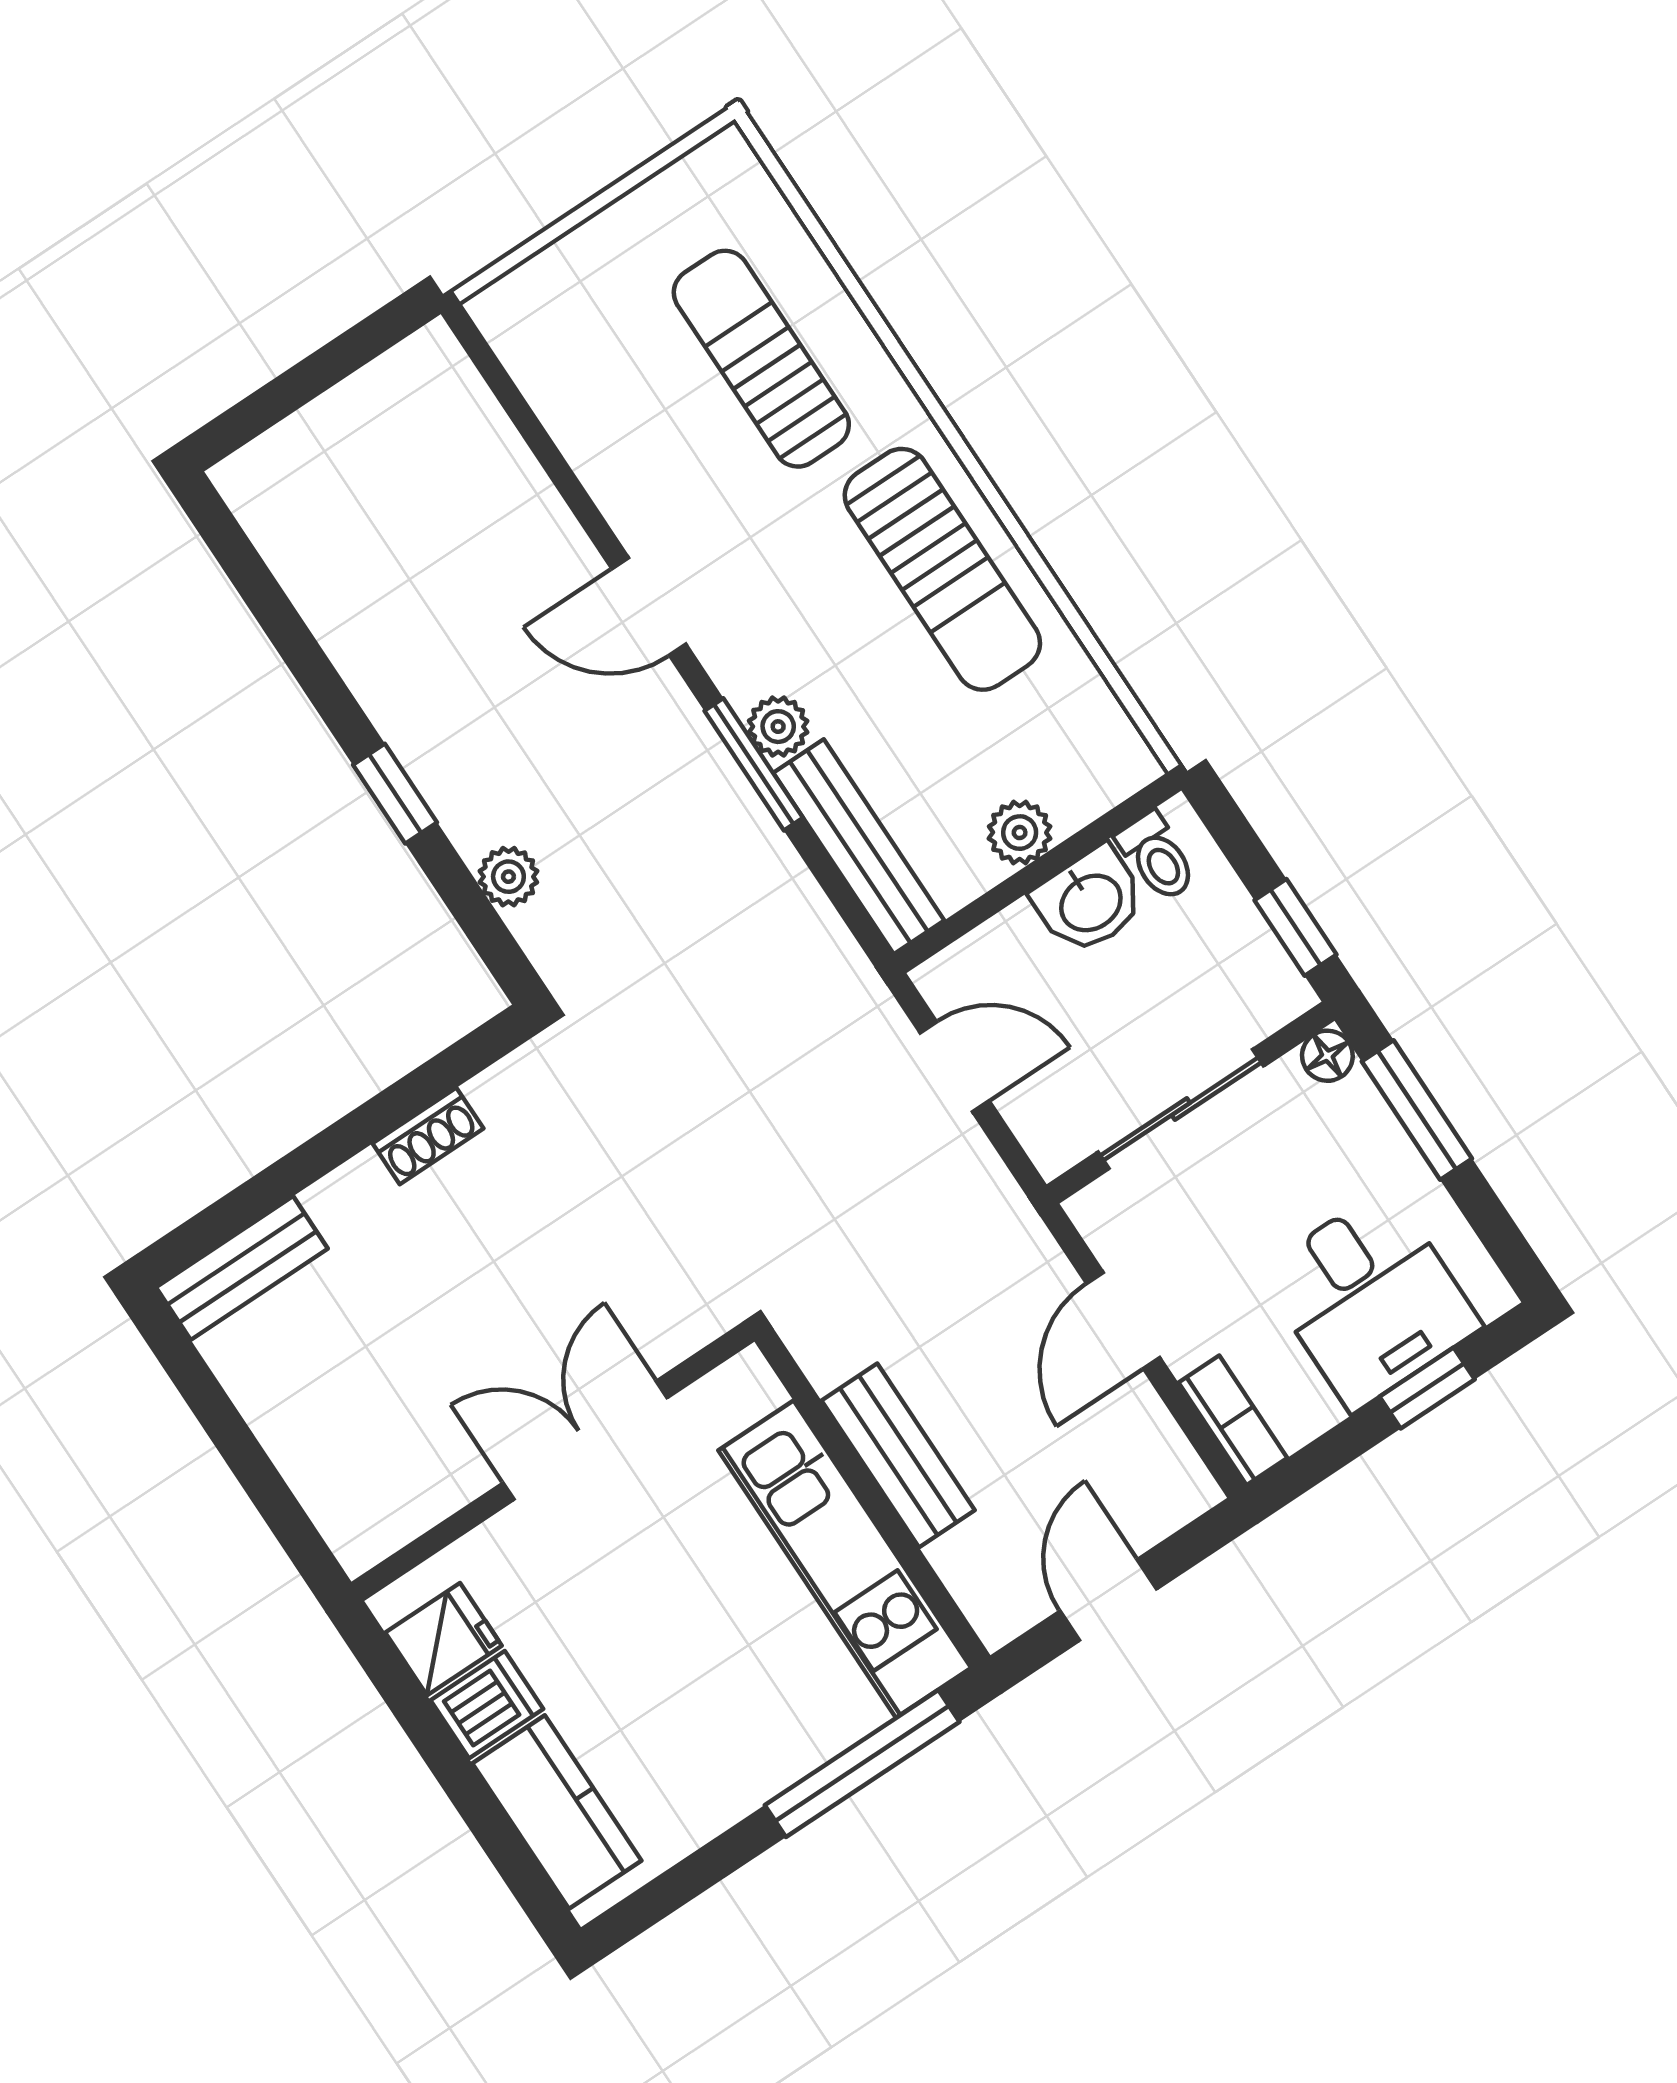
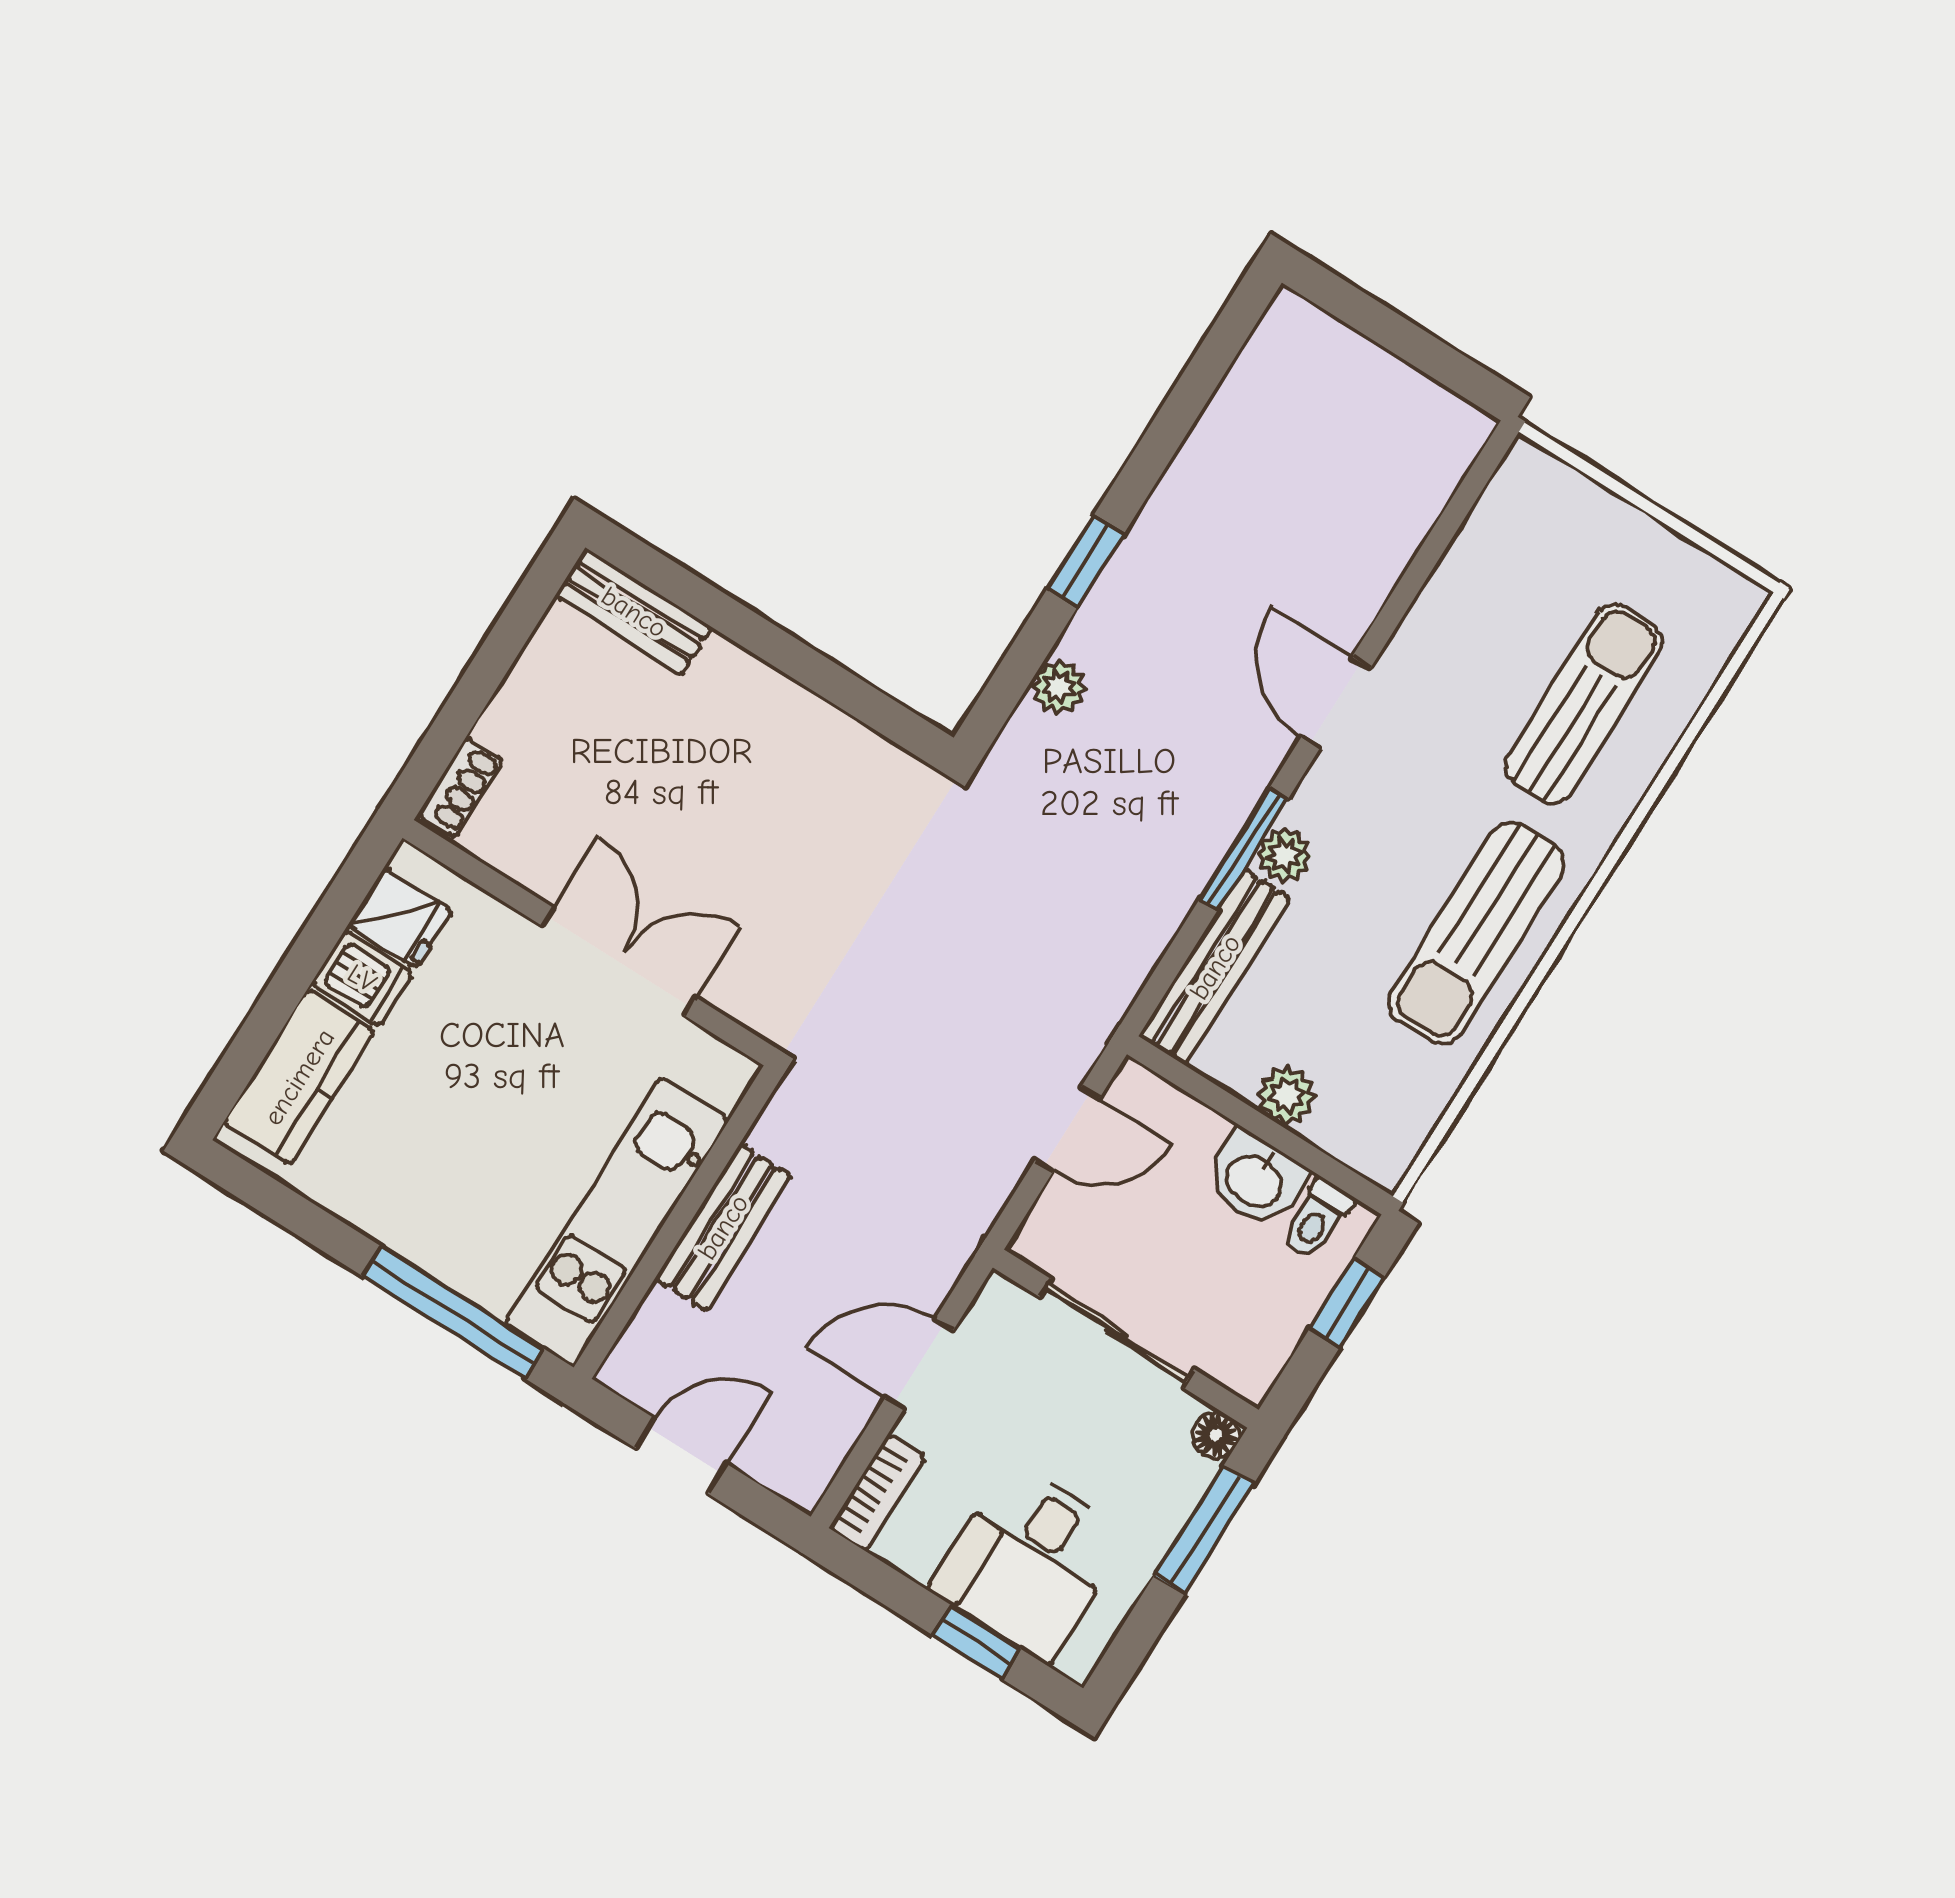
window: (1296, 927) -> (1347, 1303), moved
door: (955, 1067) -> (1067, 1129), hinge flipped
shoe rack: (428, 1136) -> (461, 787), moved, turned -90

